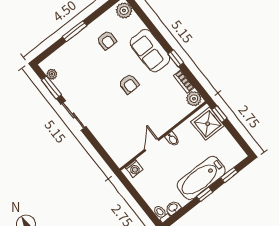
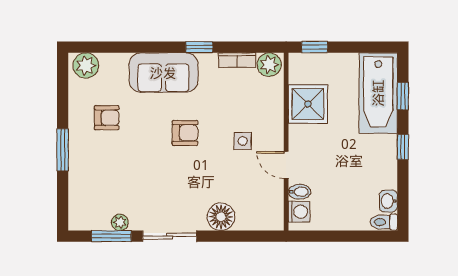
plant: (52, 74) -> (120, 222), moved
side table: (147, 115) -> (243, 141), added
shower: (208, 124) -> (308, 104), moved
floor lamp: (102, 133) -> (221, 217), added
bidet: (172, 139) -> (299, 192), moved
bathtub: (201, 178) -> (378, 93), moved

